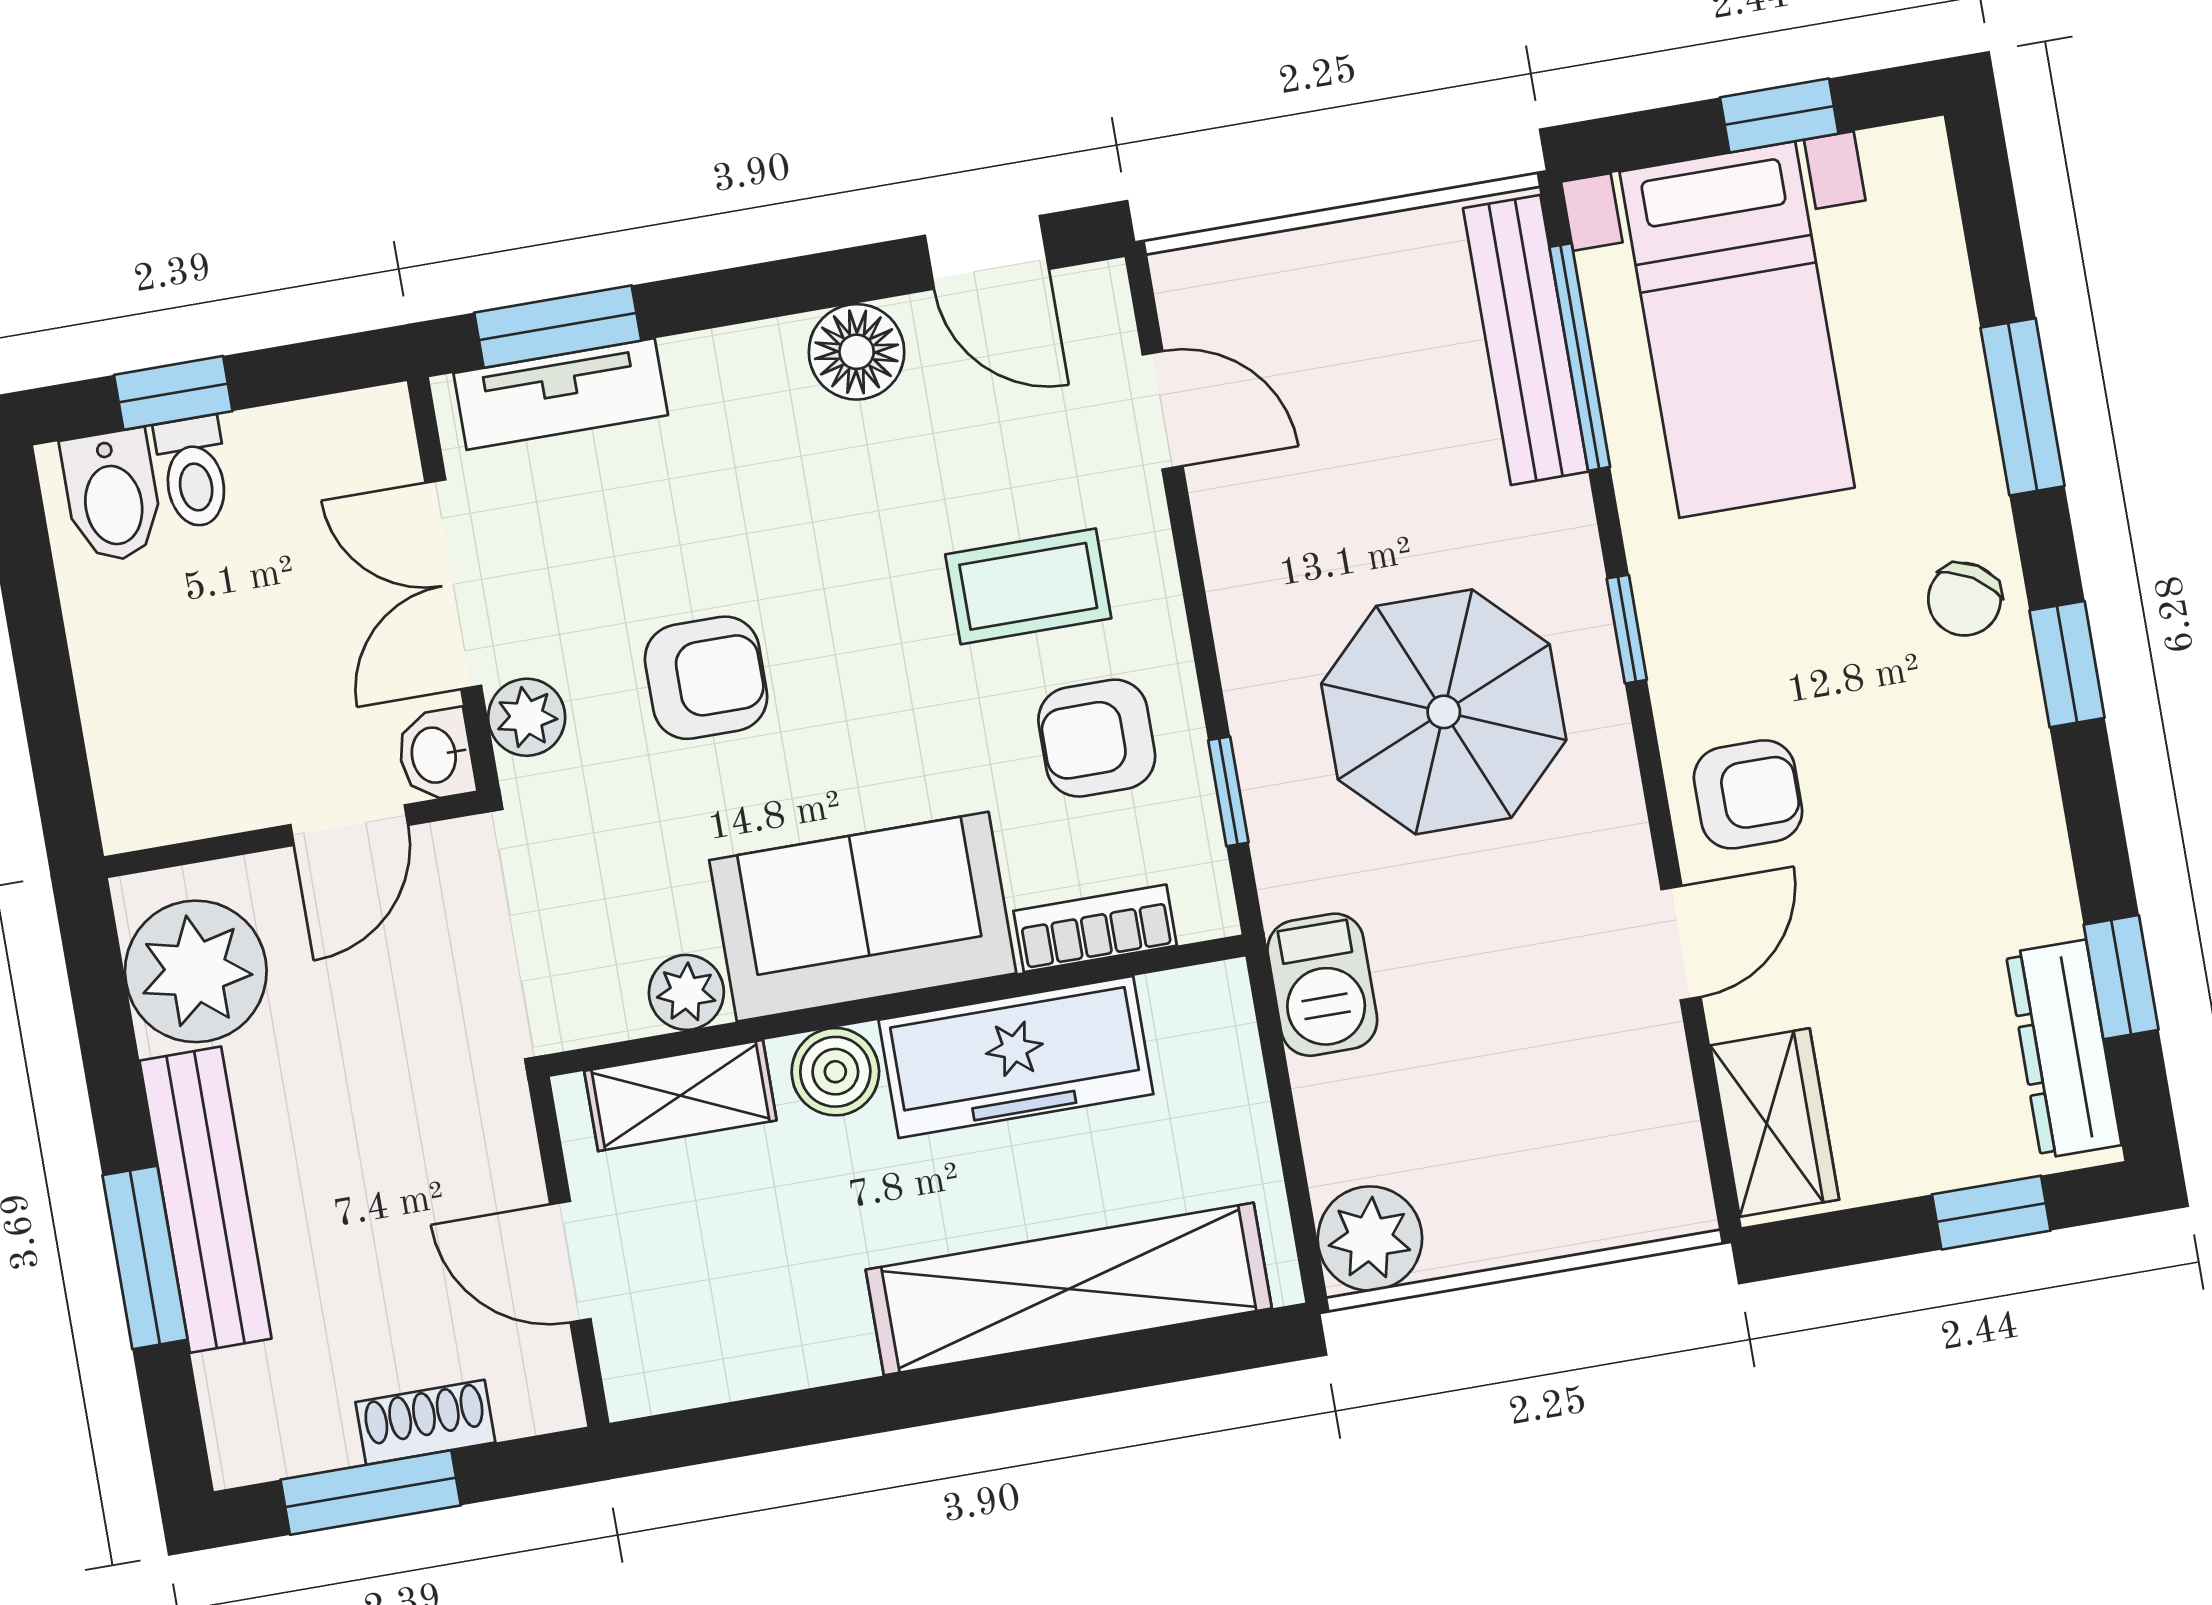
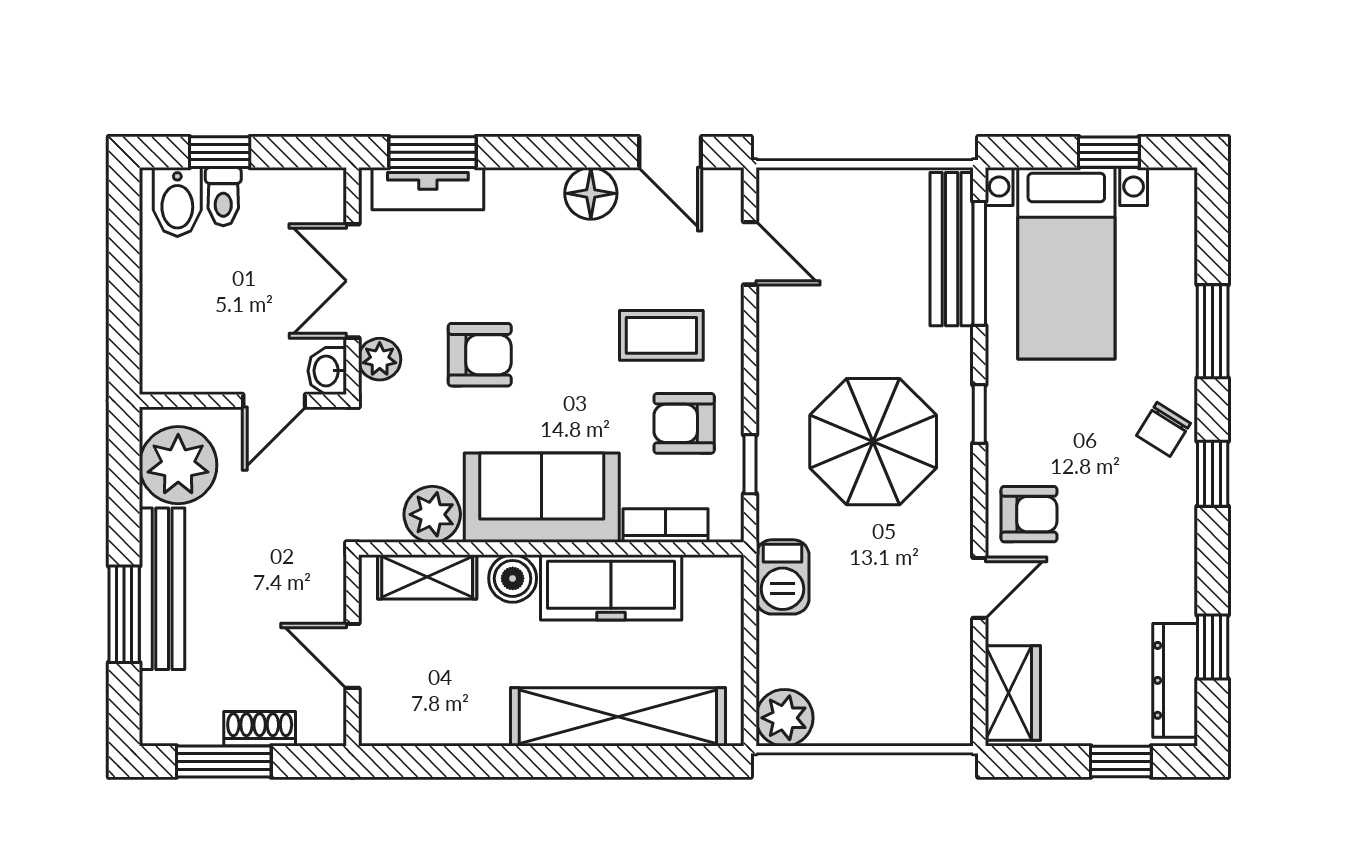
plant: (686, 992) -> (432, 514), width x1.38, depth x1.38

